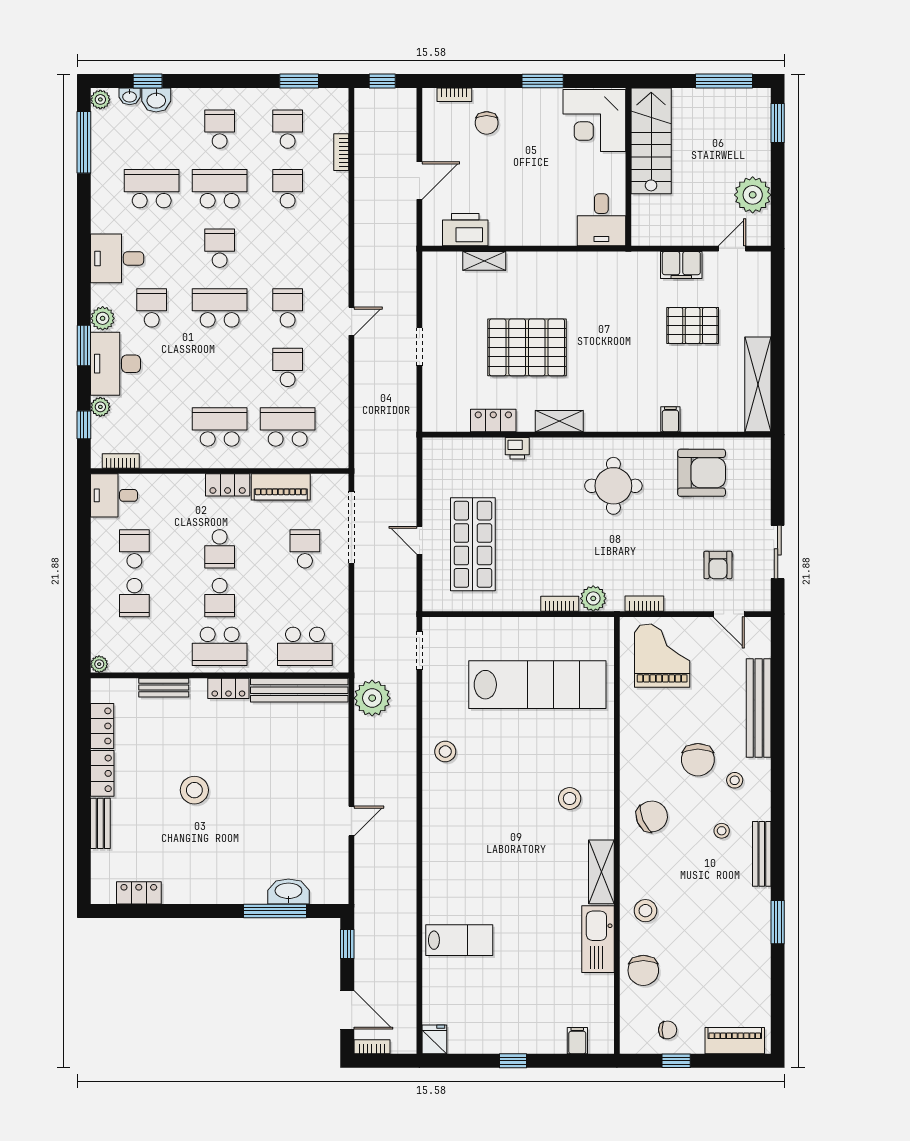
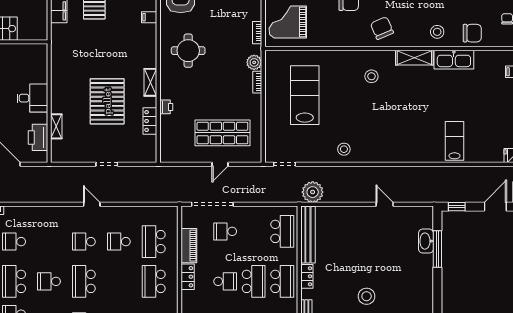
desk: (601, 220) -> (32, 98), moved
school desk: (220, 598) -> (254, 281), width x1.85
lab bench: (537, 685) -> (305, 95), width x0.73

